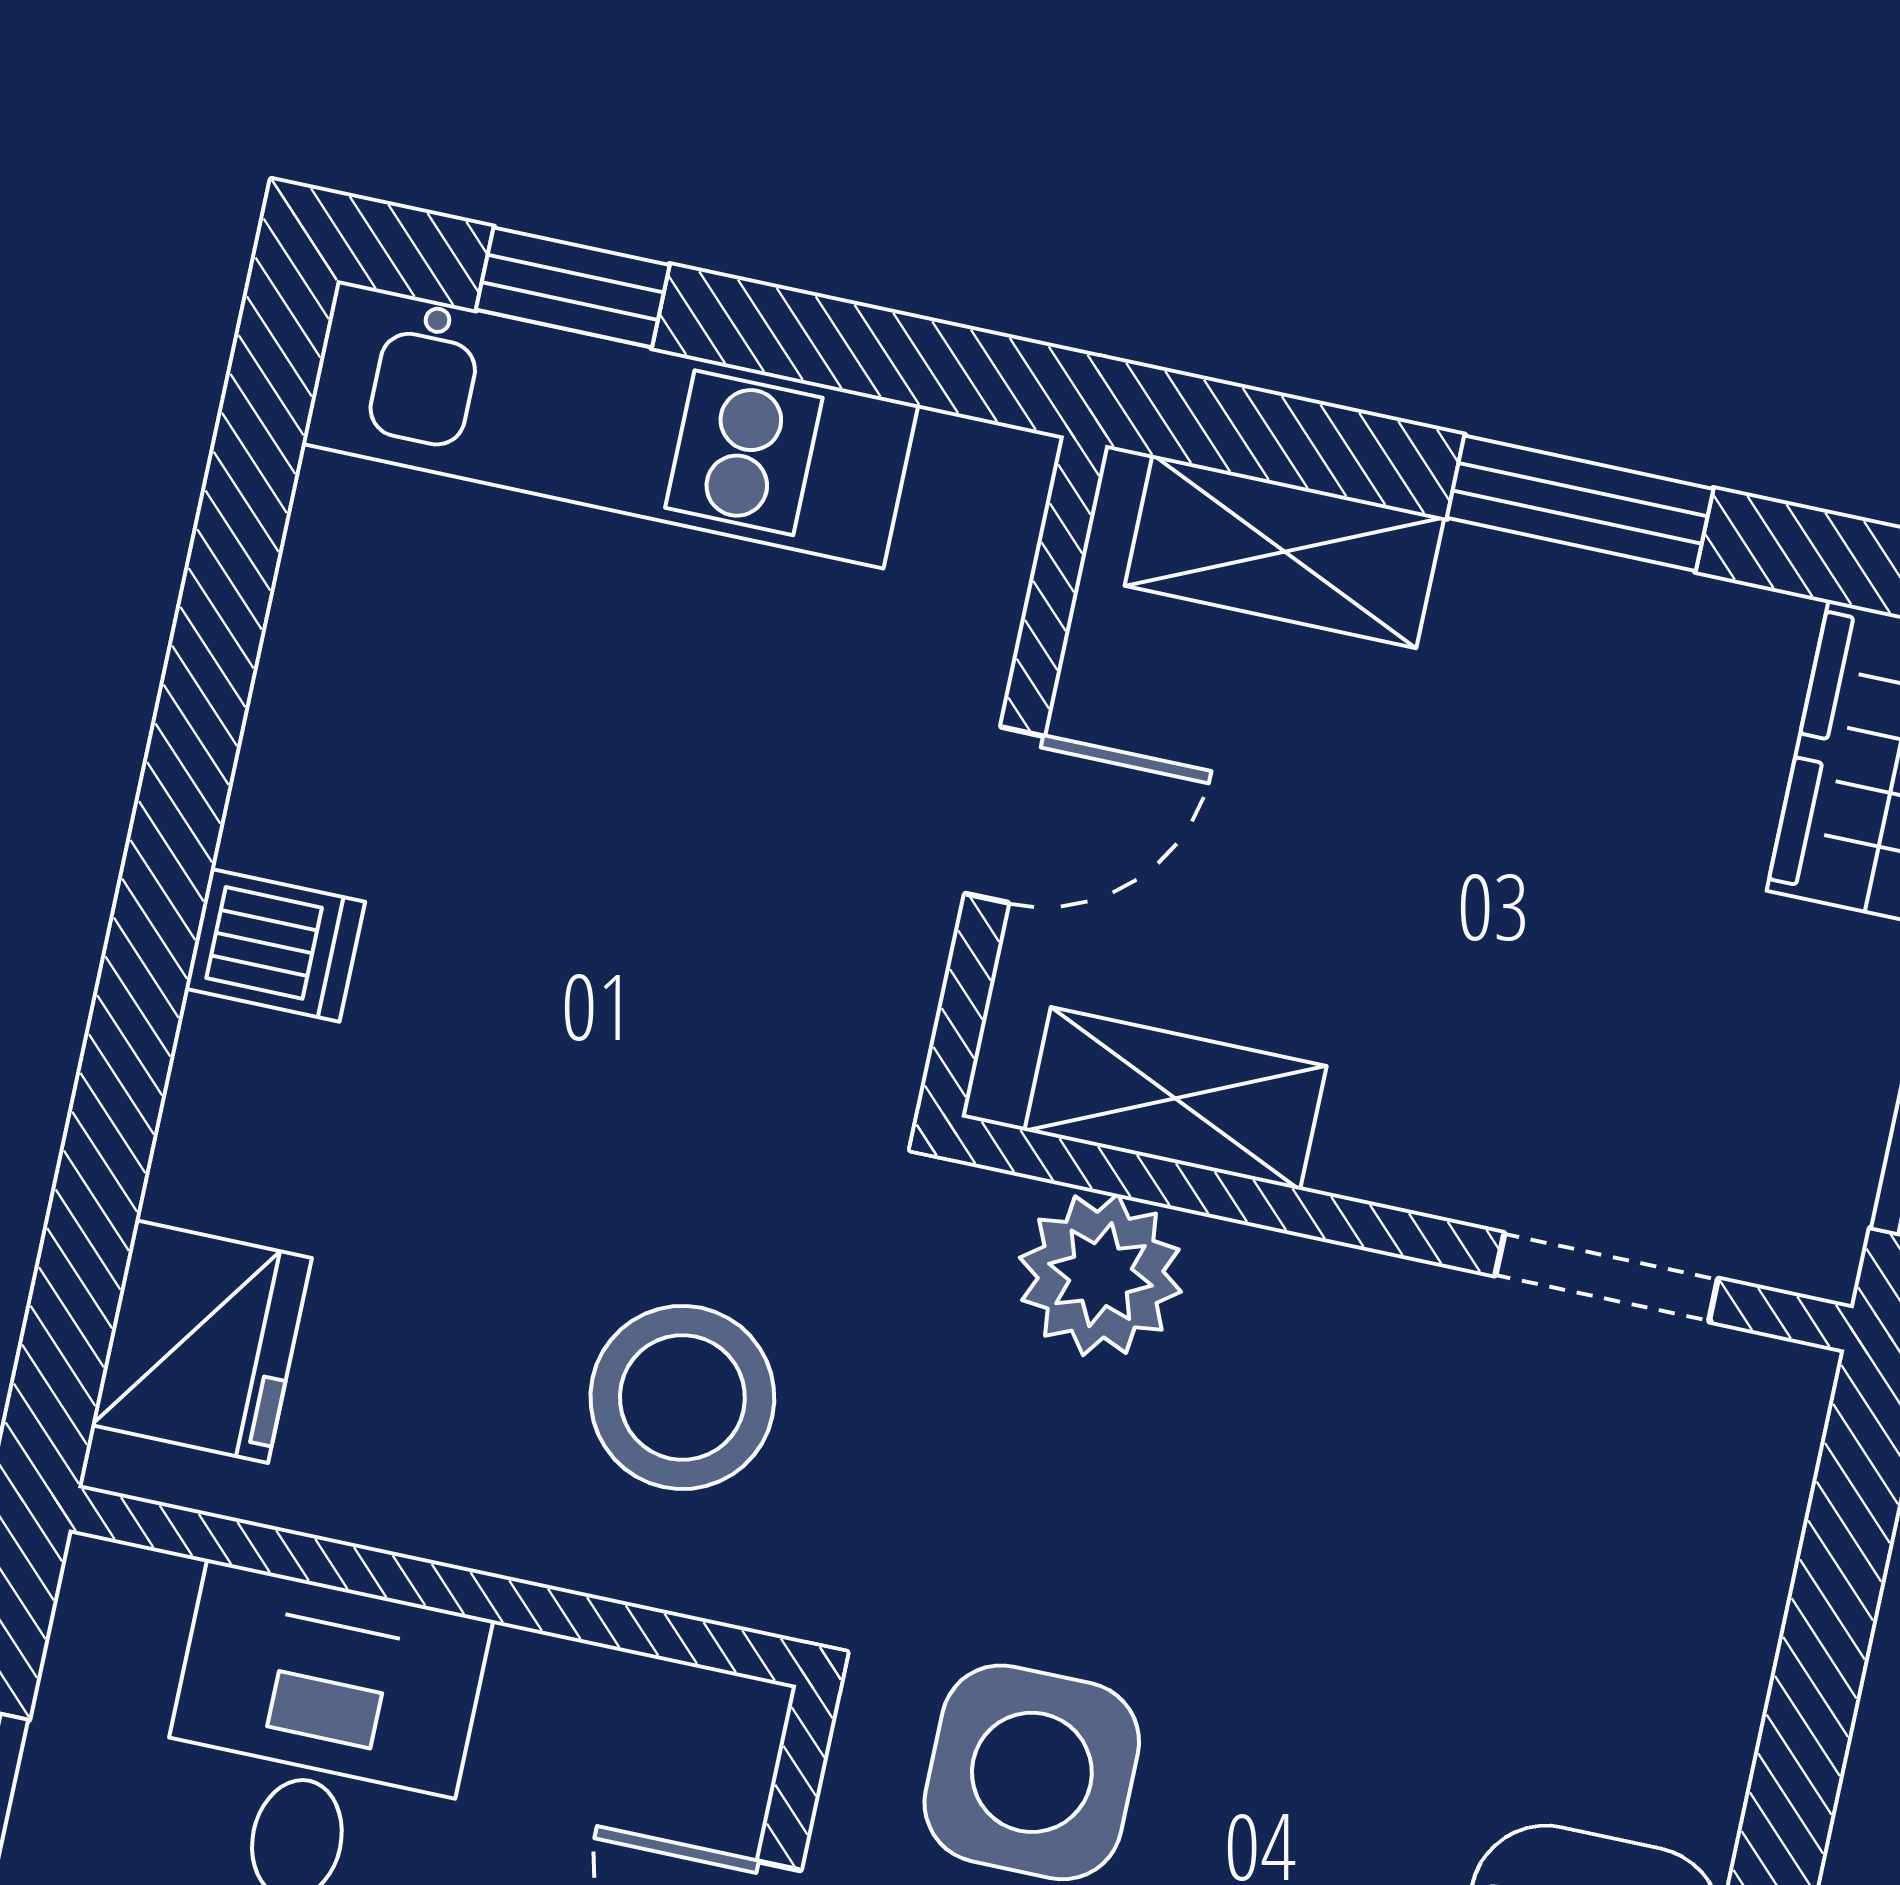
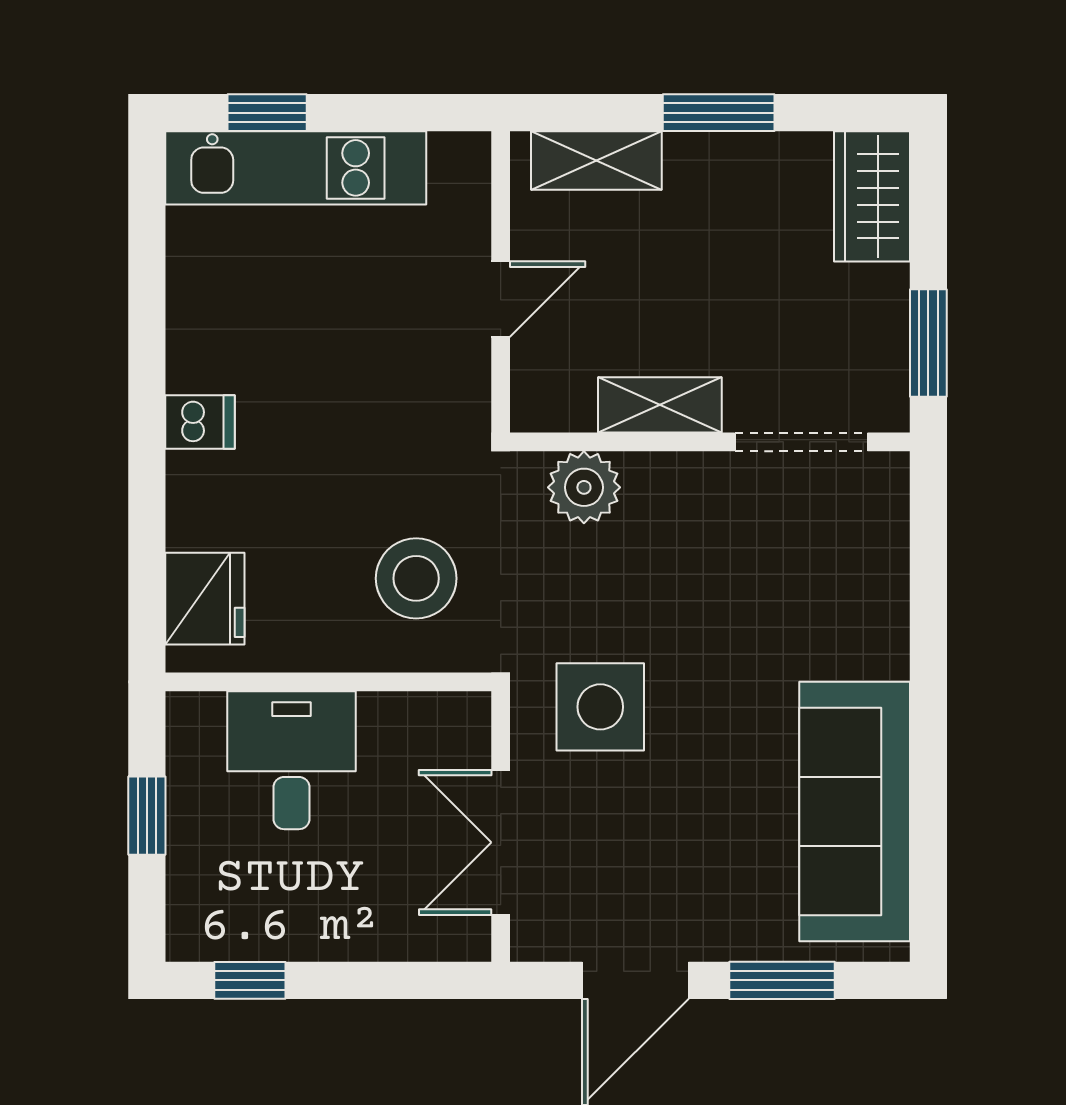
shelving: (1175, 1098) -> (660, 405), moved
doorway: (1607, 1277) -> (801, 442), width x1.38

